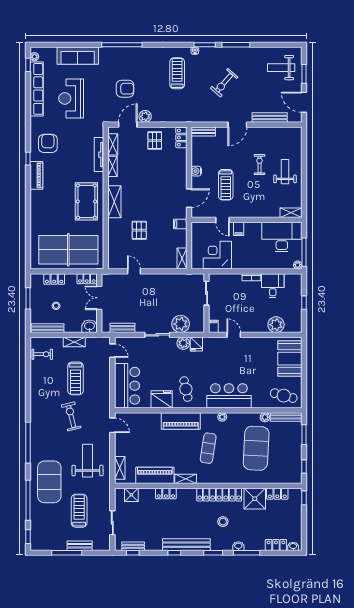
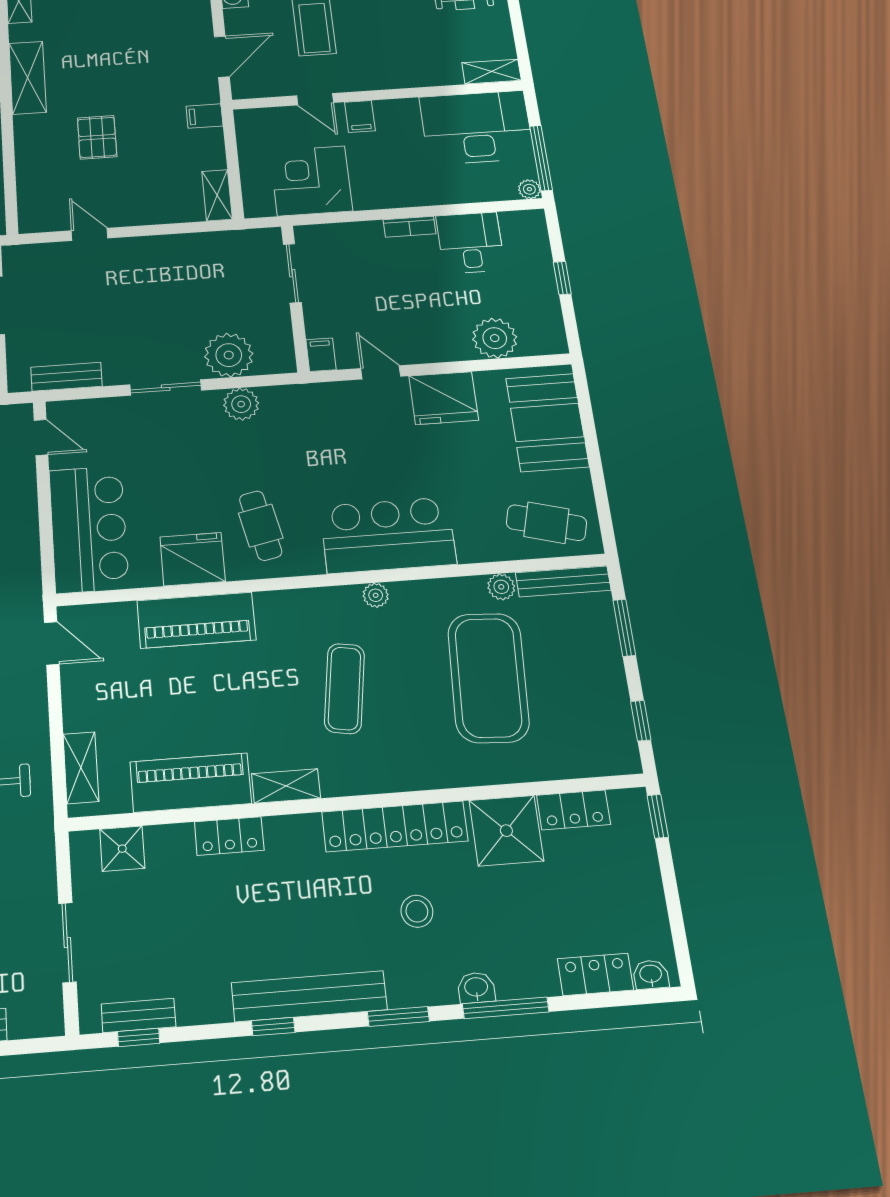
fridge: (196, 344) -> (444, 398), moved, width x1.88, depth x1.34
piano: (181, 421) -> (196, 620), moved

